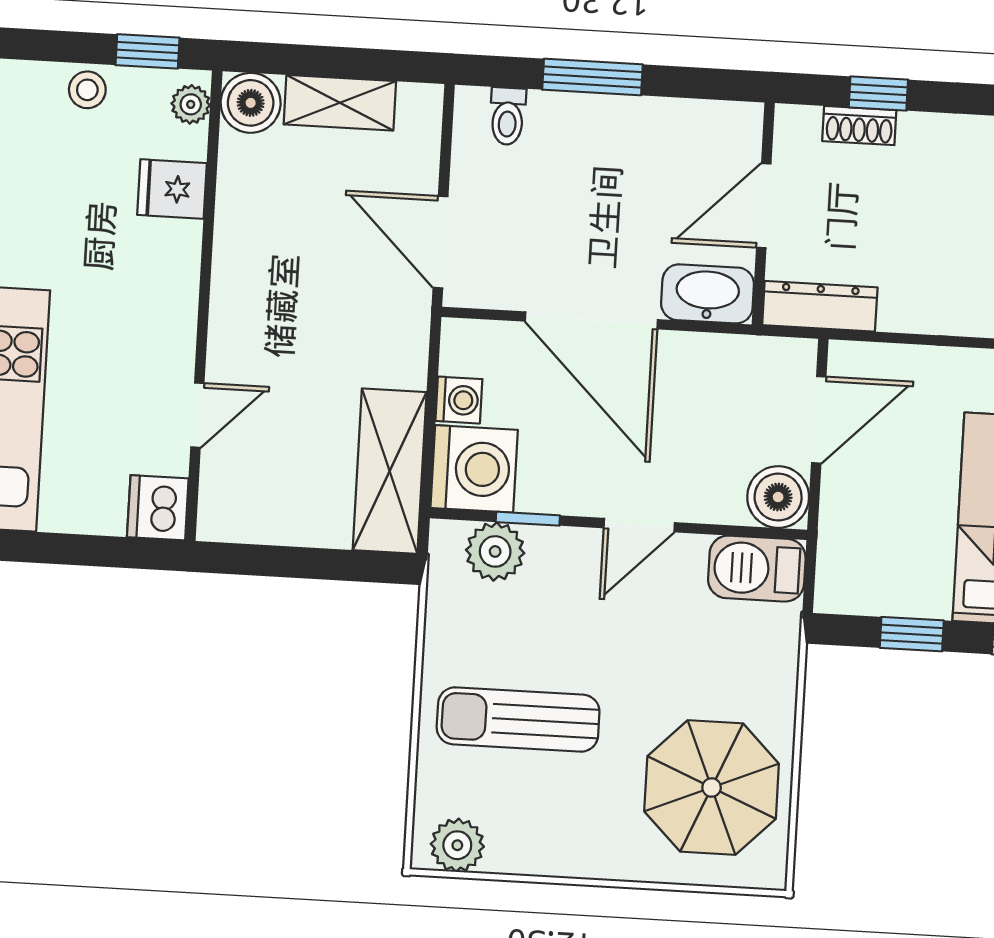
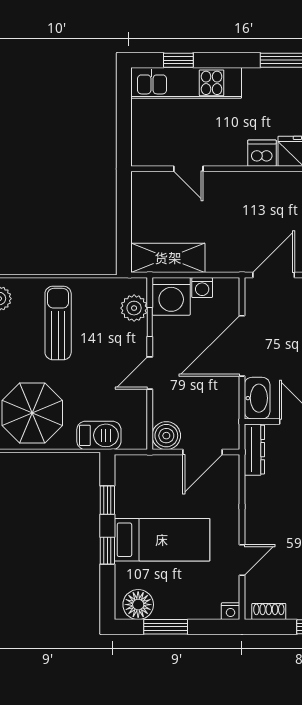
door: (819, 420) -> (203, 452), hinge flipped
dishwasher: (158, 508) -> (262, 153), moved
door: (639, 525) -> (150, 373), hinge flipped
barbecue: (757, 569) -> (99, 435), moved, turned 90

